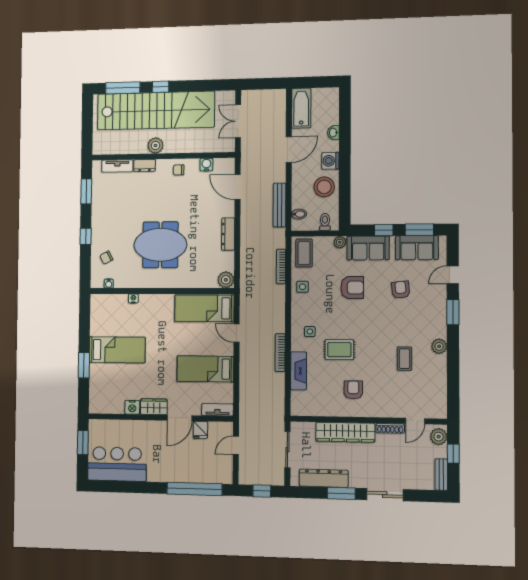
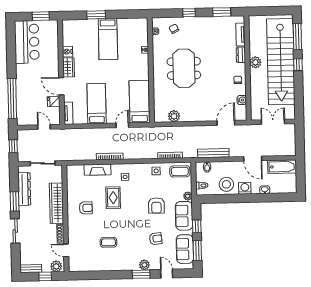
dresser: (228, 234) -> (192, 117), removed
plant: (226, 280) -> (174, 116), moved
plant: (439, 346) -> (144, 265), moved

